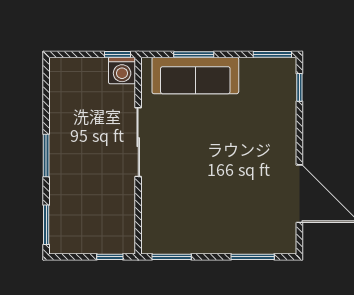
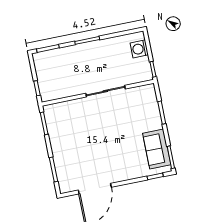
washing machine: (122, 71) -> (139, 49), moved
sofa: (195, 75) -> (157, 149), moved, width x0.73

